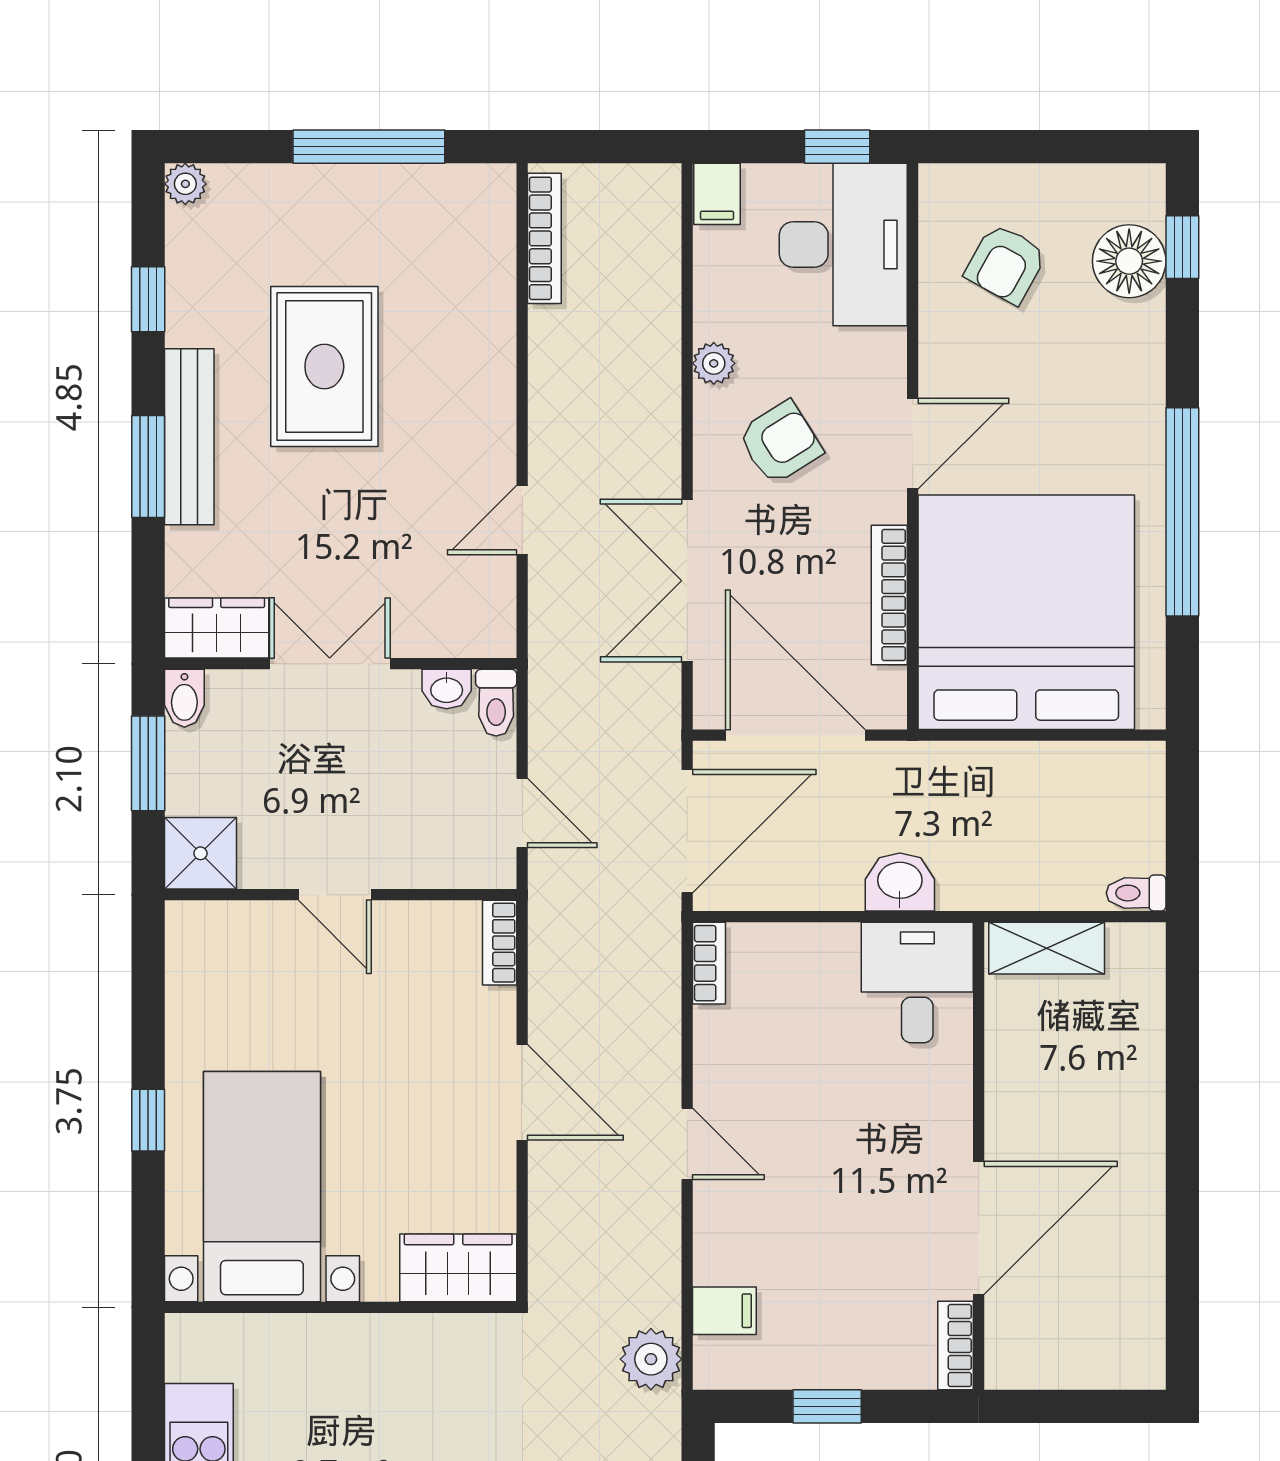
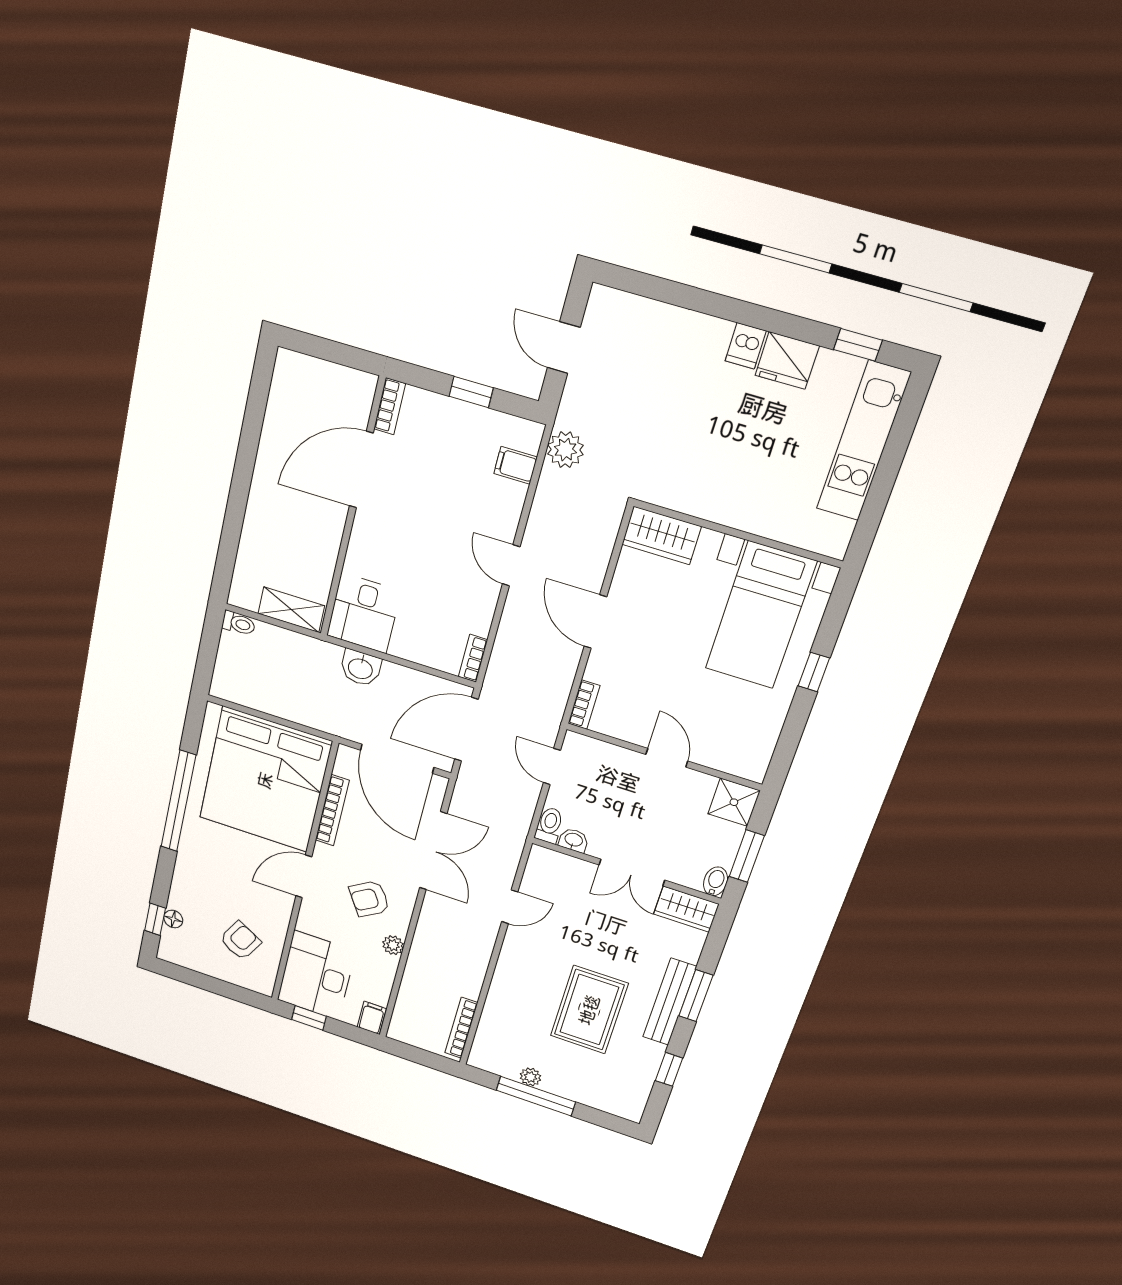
plant: (185, 184) -> (530, 1077), moved
floor lamp: (1129, 261) -> (173, 919), width x0.53, depth x0.53

